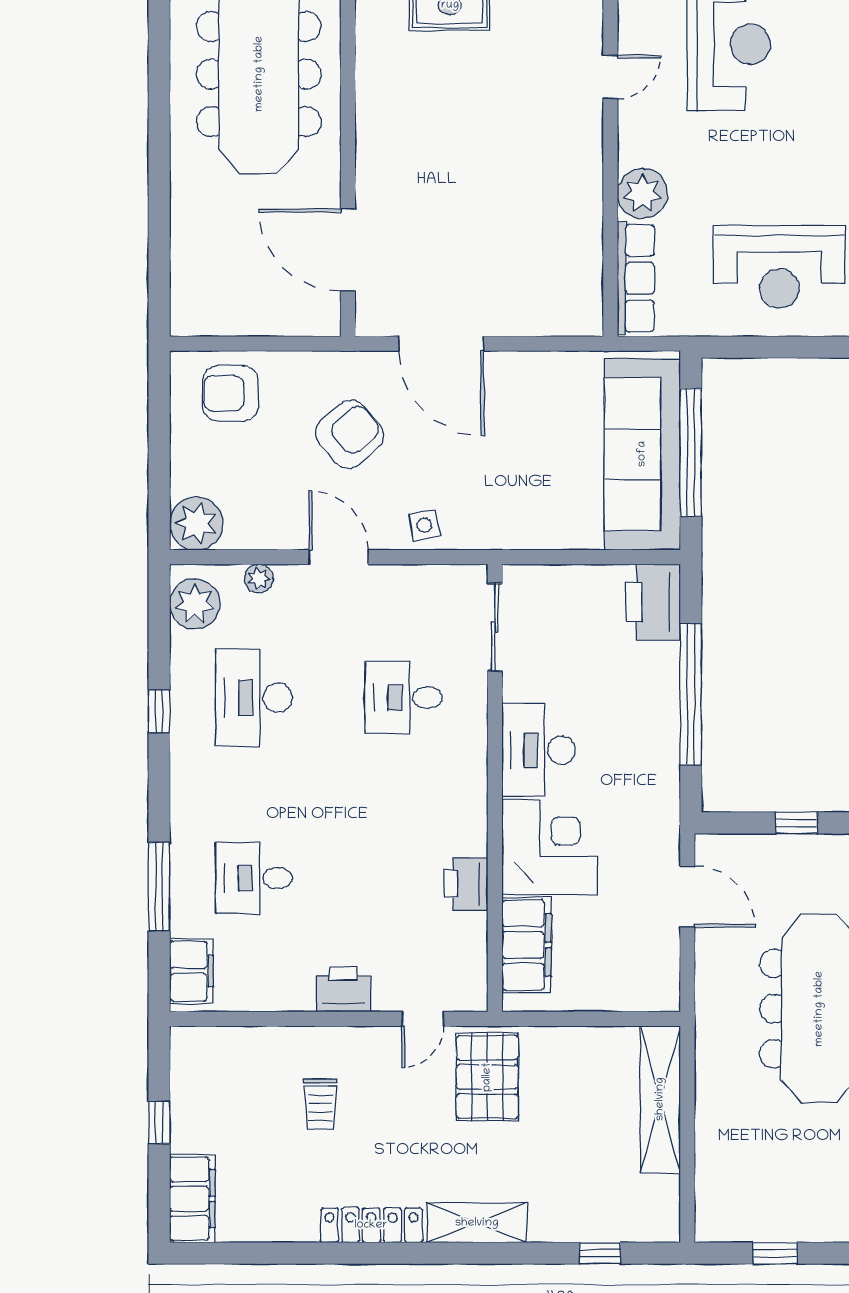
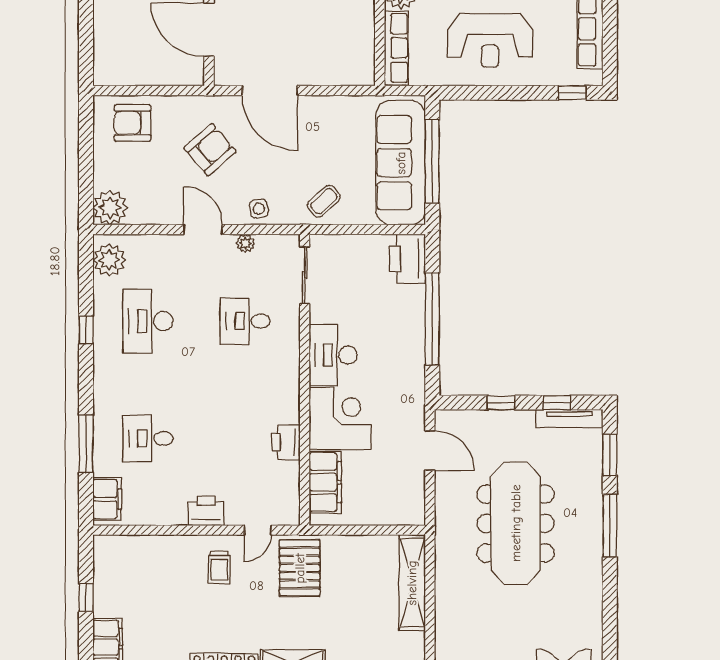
coffee table: (524, 514) -> (324, 201), added
plant: (259, 578) -> (245, 243), moved
trolley: (320, 1104) -> (219, 567), moved

